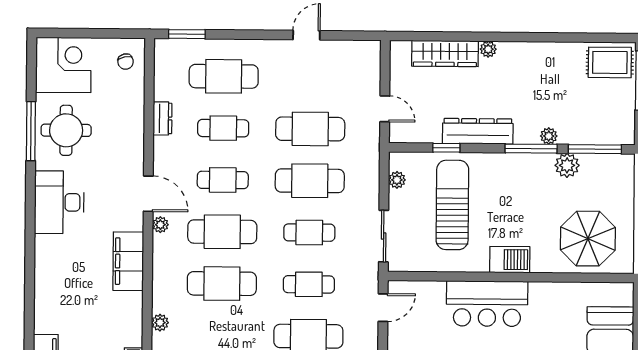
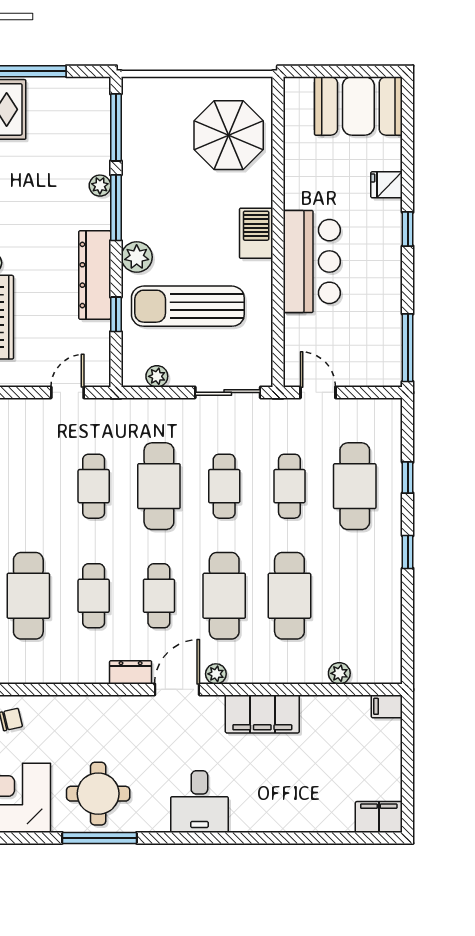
dresser: (163, 118) -> (131, 672), moved
cafe table: (310, 129) -> (94, 486), width x0.73, depth x0.74
plant: (567, 165) -> (137, 257), moved
desk: (59, 202) -> (199, 802), width x0.73

